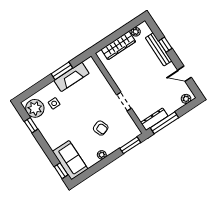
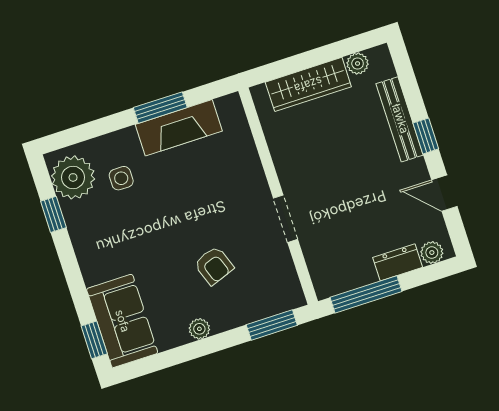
window: (165, 45) -> (426, 136), moved
dresser: (154, 119) -> (398, 262), moved, width x0.70

